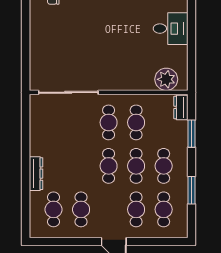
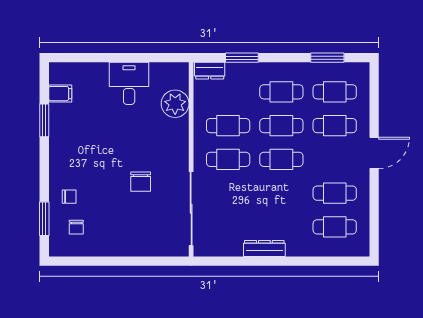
desk: (171, 29) -> (129, 83), moved
chair: (90, 51) -> (141, 182), added
plant: (166, 79) -> (175, 104), moved
dresser: (36, 174) -> (264, 248), moved
window: (191, 190) -> (327, 58), moved

